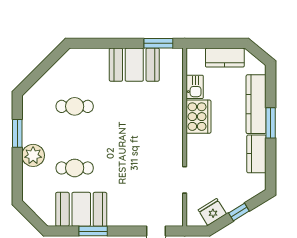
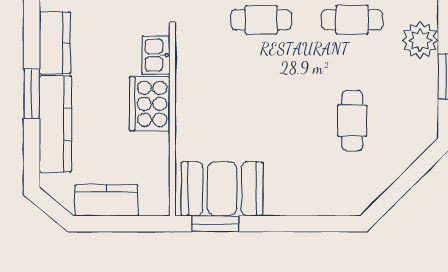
booth: (134, 65) -> (222, 189), moved
kitchen sink: (195, 87) -> (156, 55), moved
cafe table: (75, 106) -> (352, 121), turned 90
cafe table: (130, 168) -> (261, 20), added

